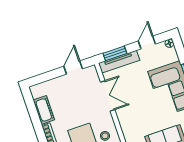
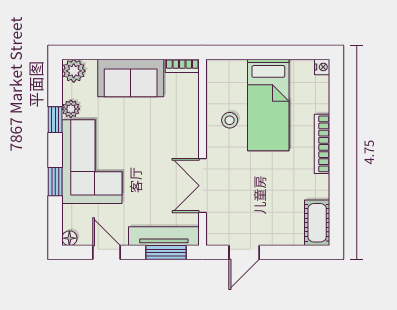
door: (147, 42) -> (107, 252), swing flipped
cot: (44, 110) -> (317, 223), moved

